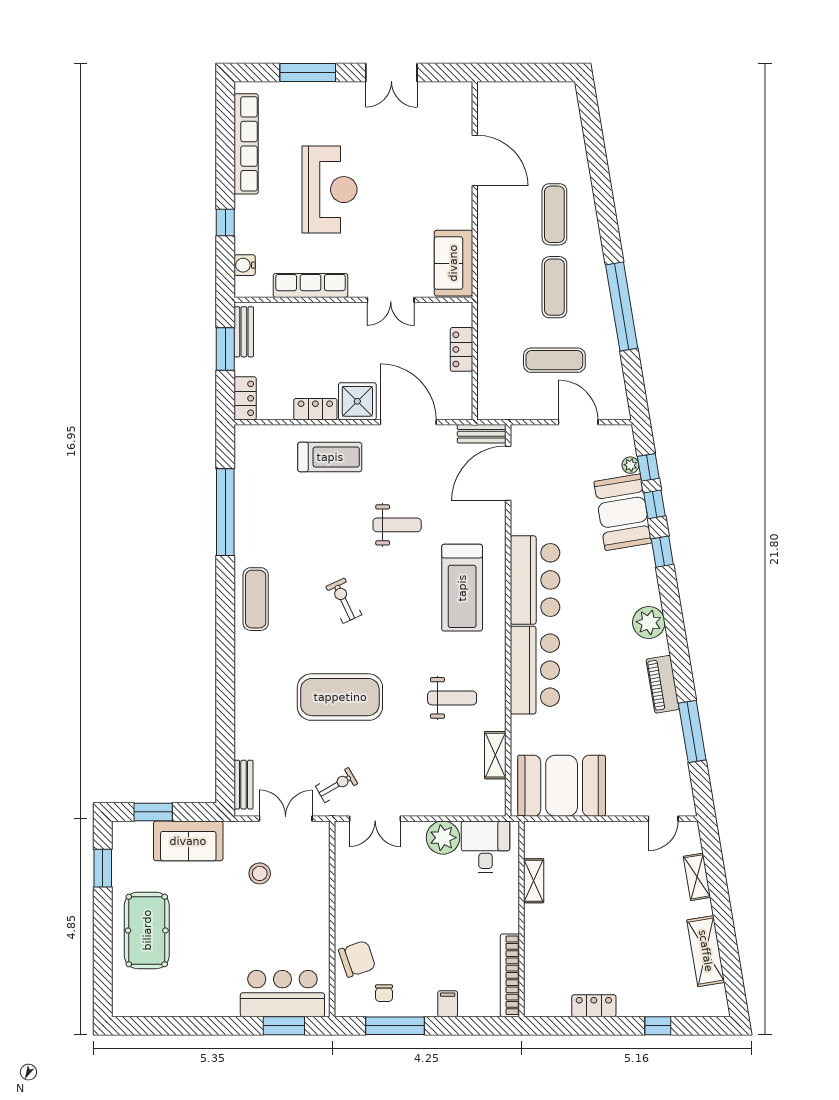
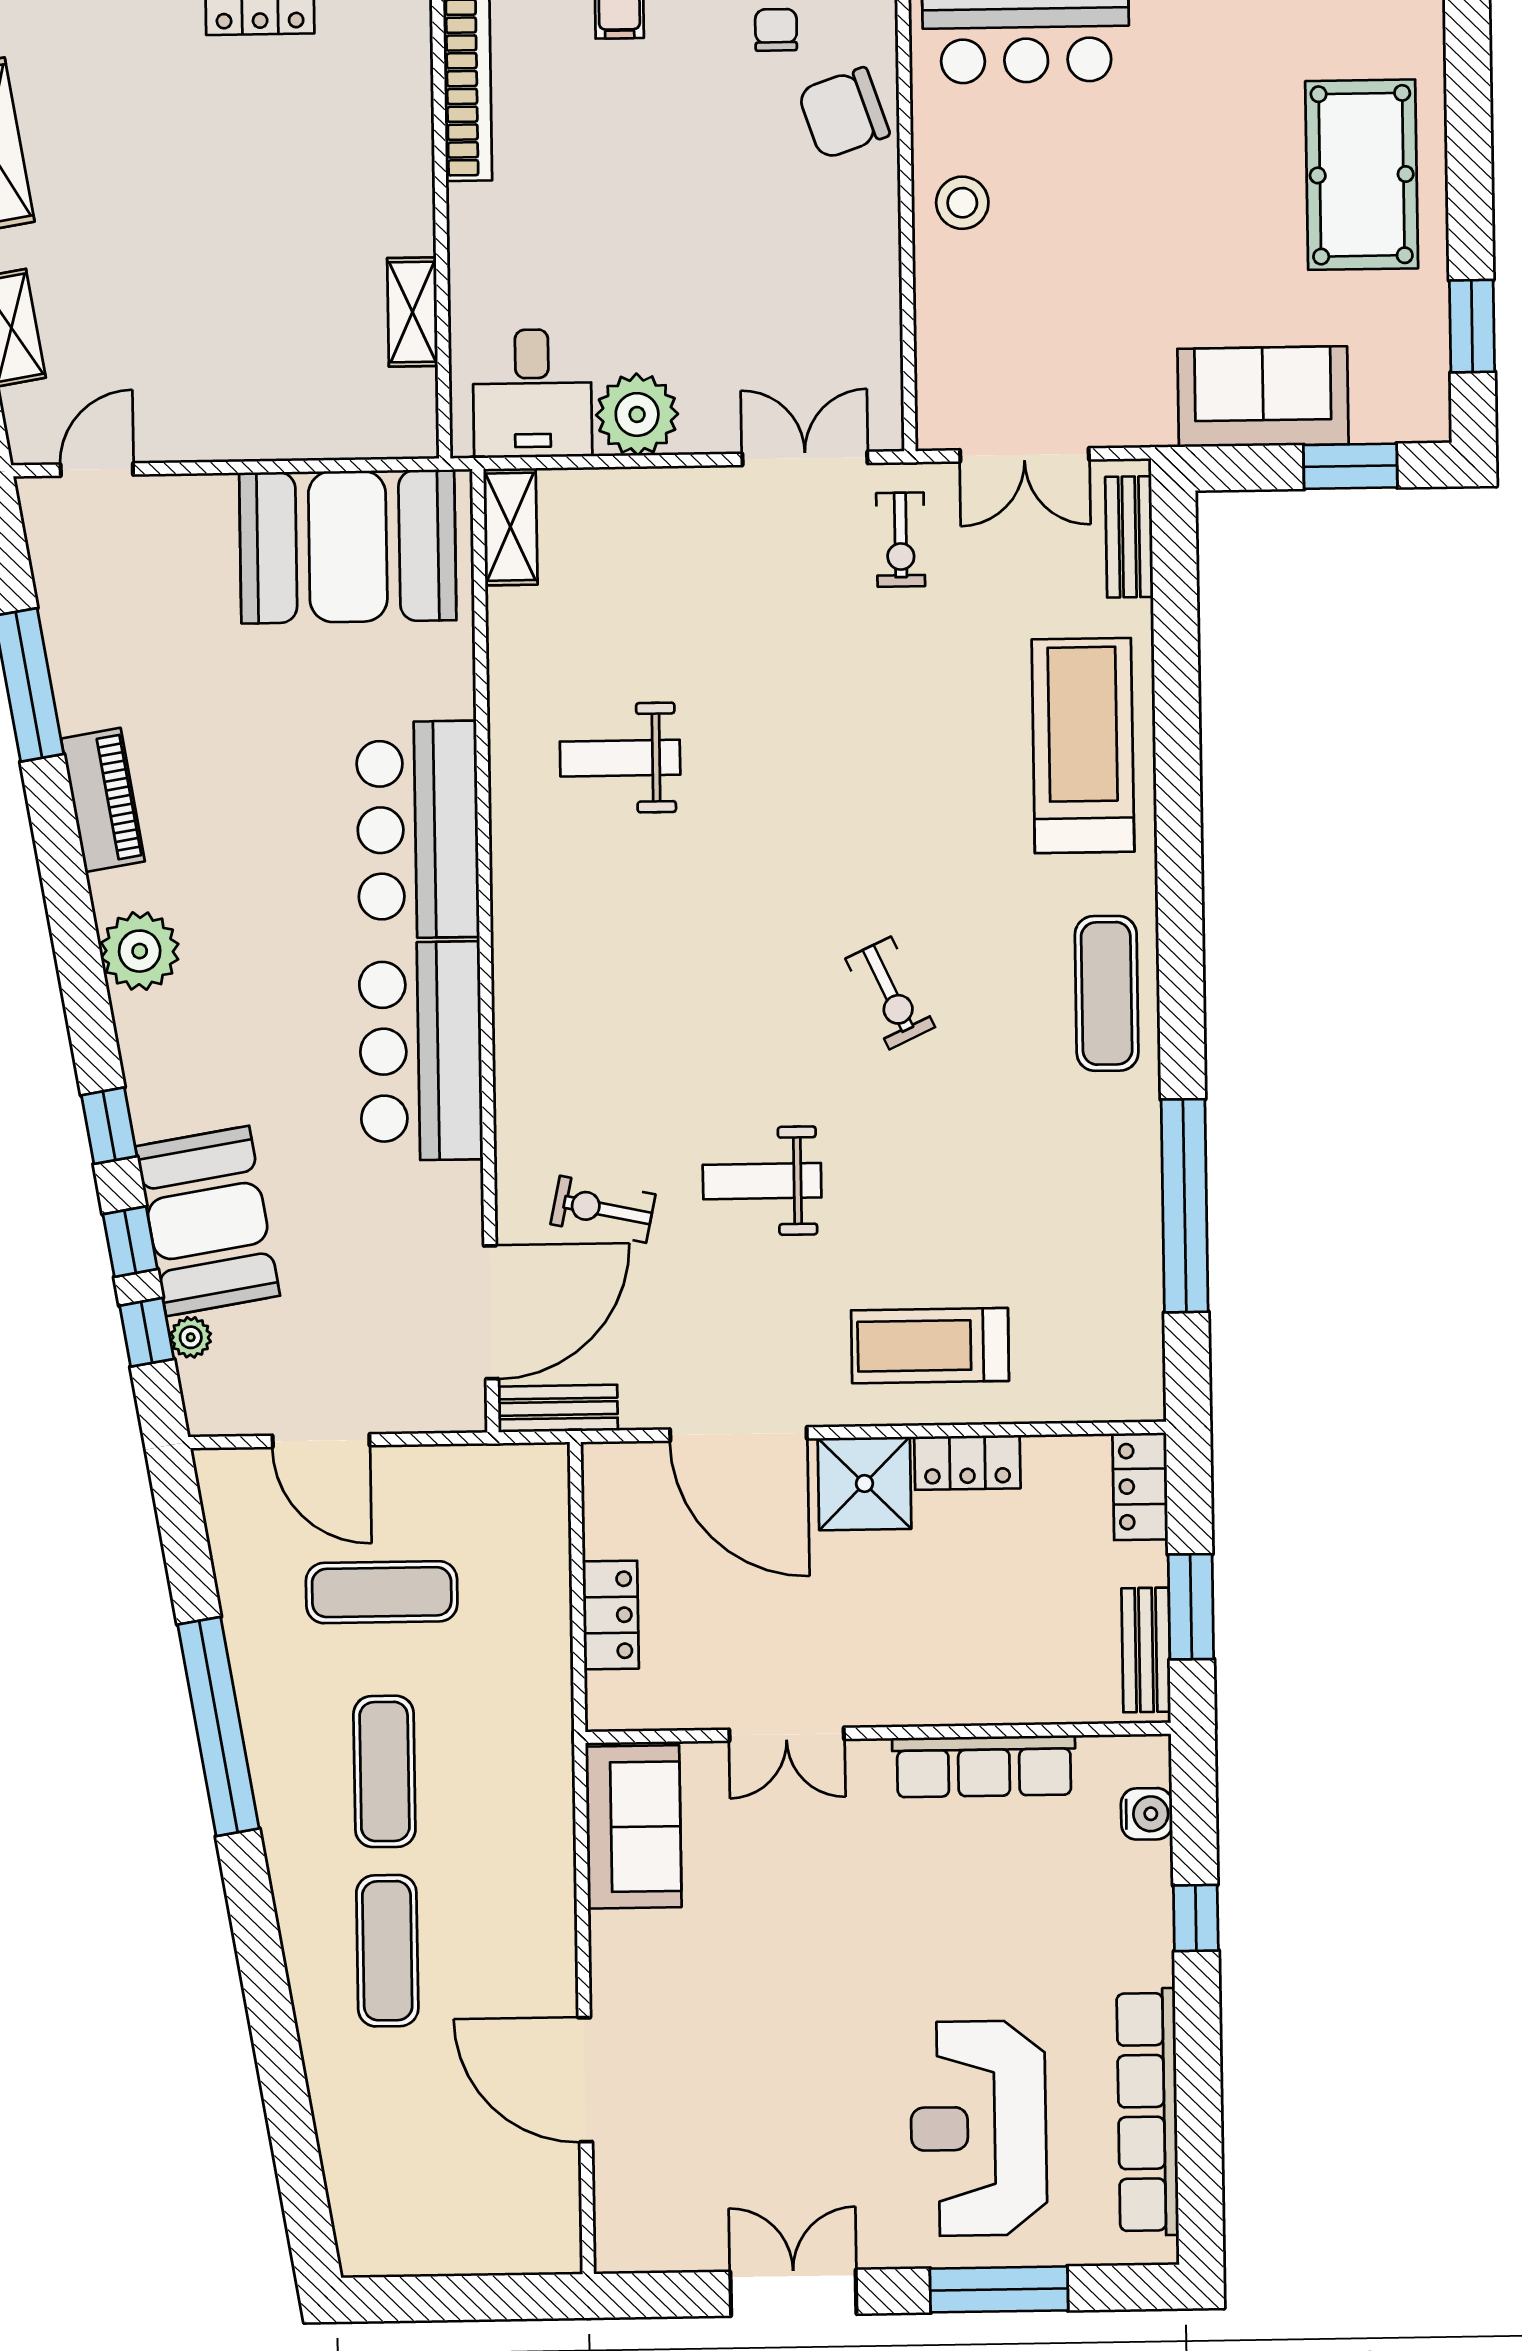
reception desk: (330, 190) -> (979, 2128), moved
double door: (391, 300) -> (787, 1734), swing flipped
exercise bike: (462, 514) -> (603, 1209), added
treadmill: (462, 588) -> (1083, 746), moved
exercise mat: (340, 697) -> (896, 756), removed
shelving: (495, 755) -> (510, 527), moved
exercise bike: (337, 785) -> (901, 540), turned -60
stool: (260, 873) -> (962, 203), moved

